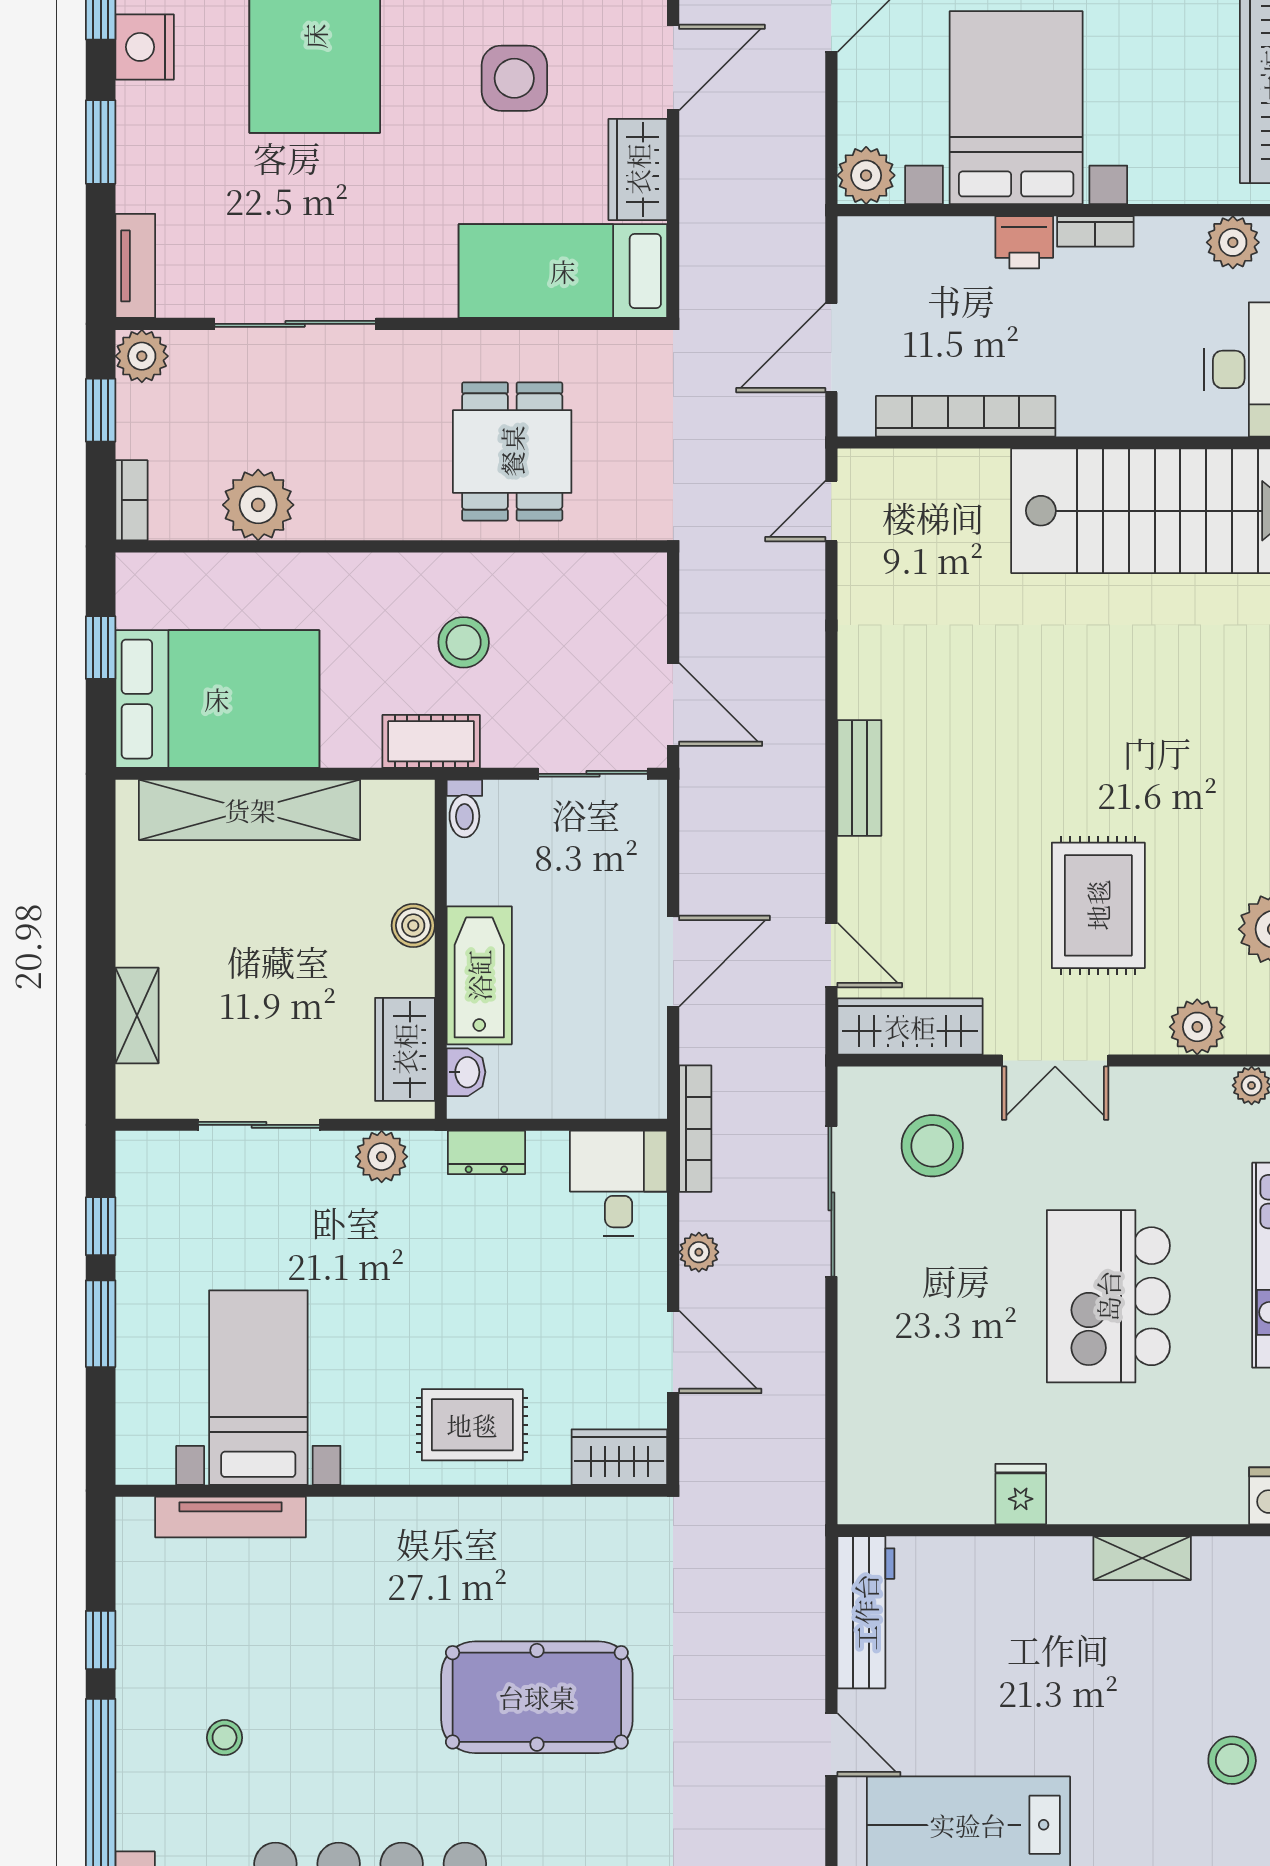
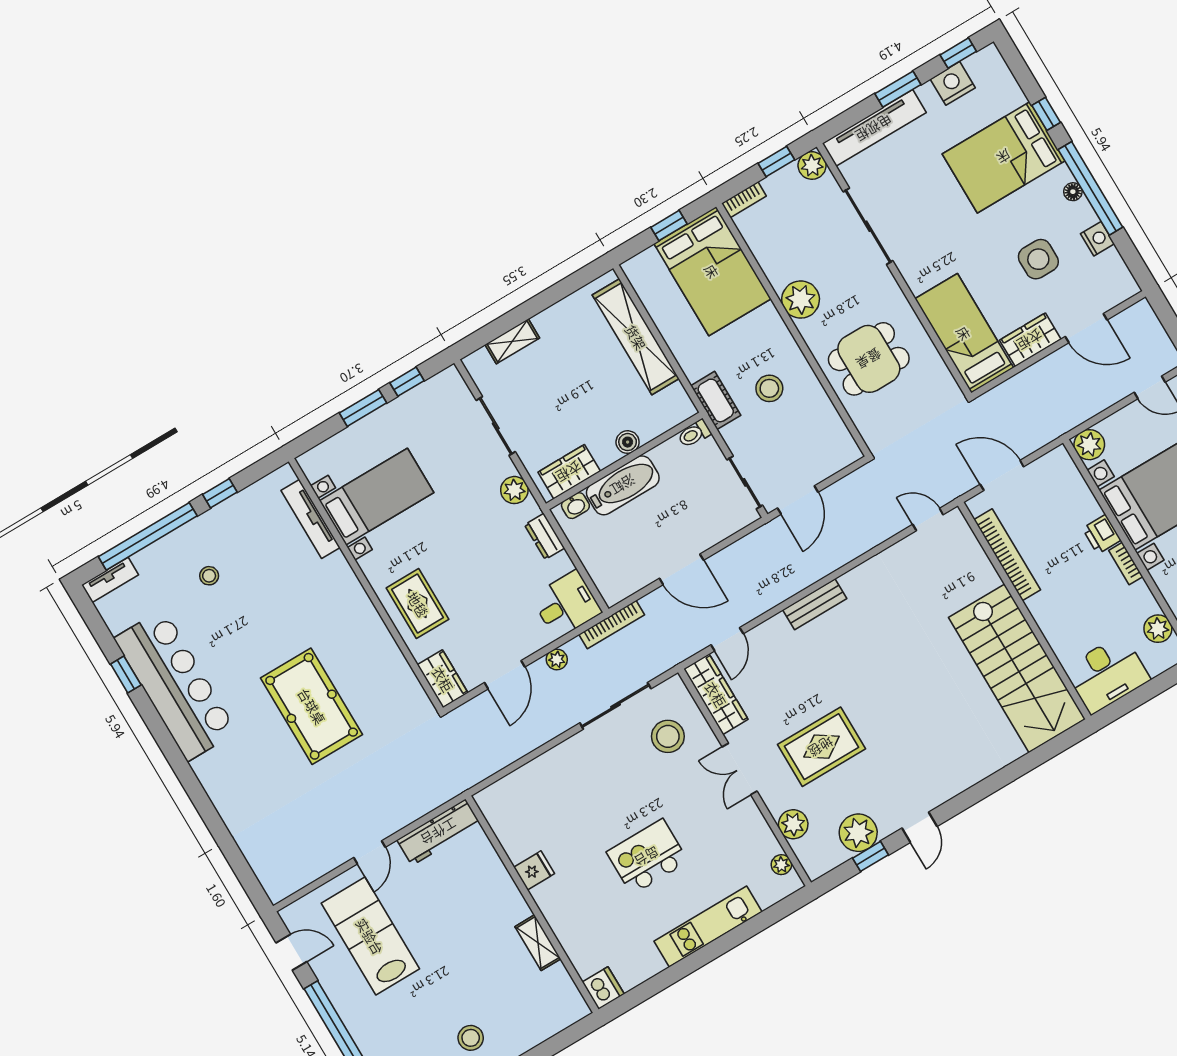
tv unit: (135, 266) -> (874, 128), width x1.92, depth x1.29
plant: (258, 505) -> (801, 300), moved
bed: (217, 699) -> (712, 271), moved
kitchen island: (1108, 1296) -> (647, 857), width x0.73, depth x0.78

